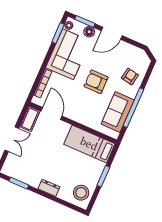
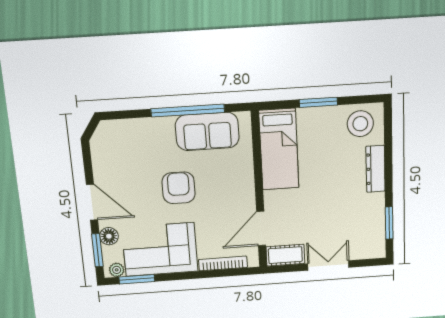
armchair: (130, 76) -> (142, 141), removed
armchair: (96, 82) -> (179, 188), turned 180
dresser: (49, 188) -> (375, 169), width x1.44

